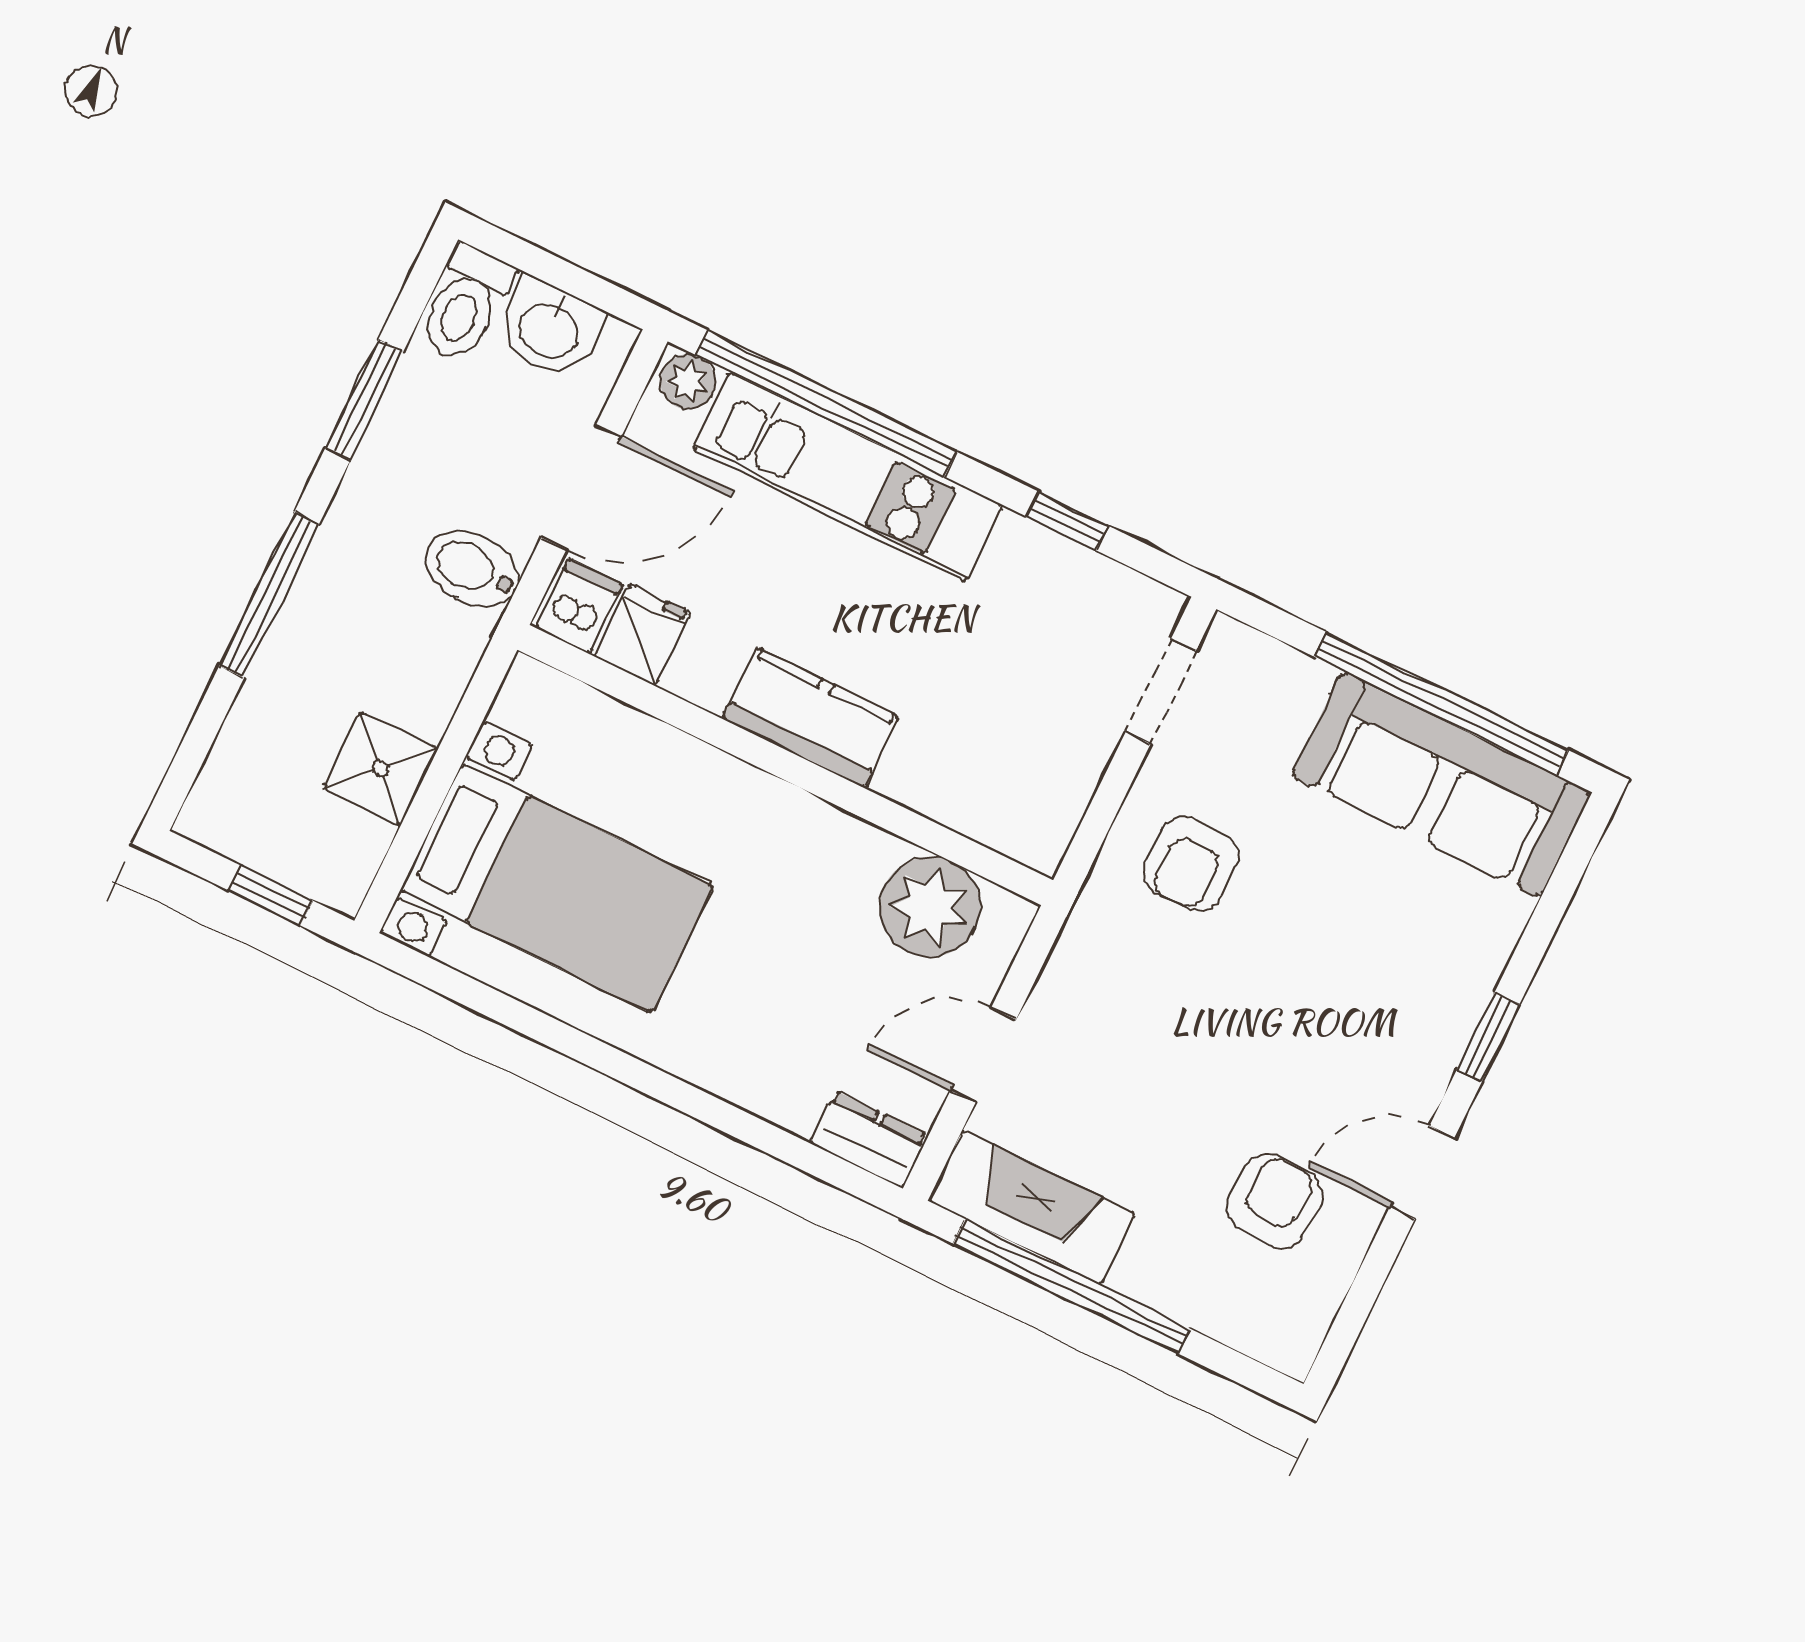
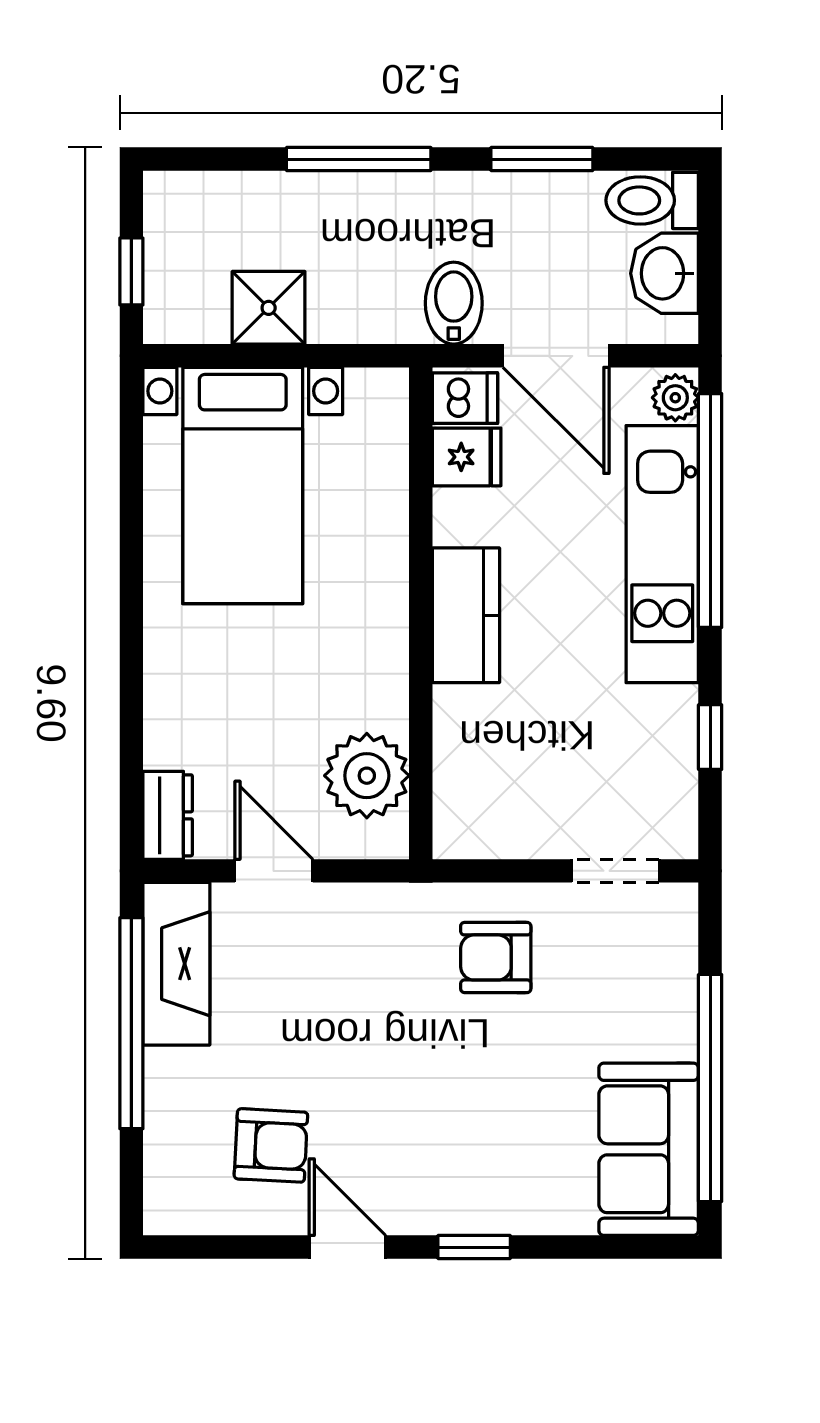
sofa: (1442, 784) -> (649, 1149), width x0.73

